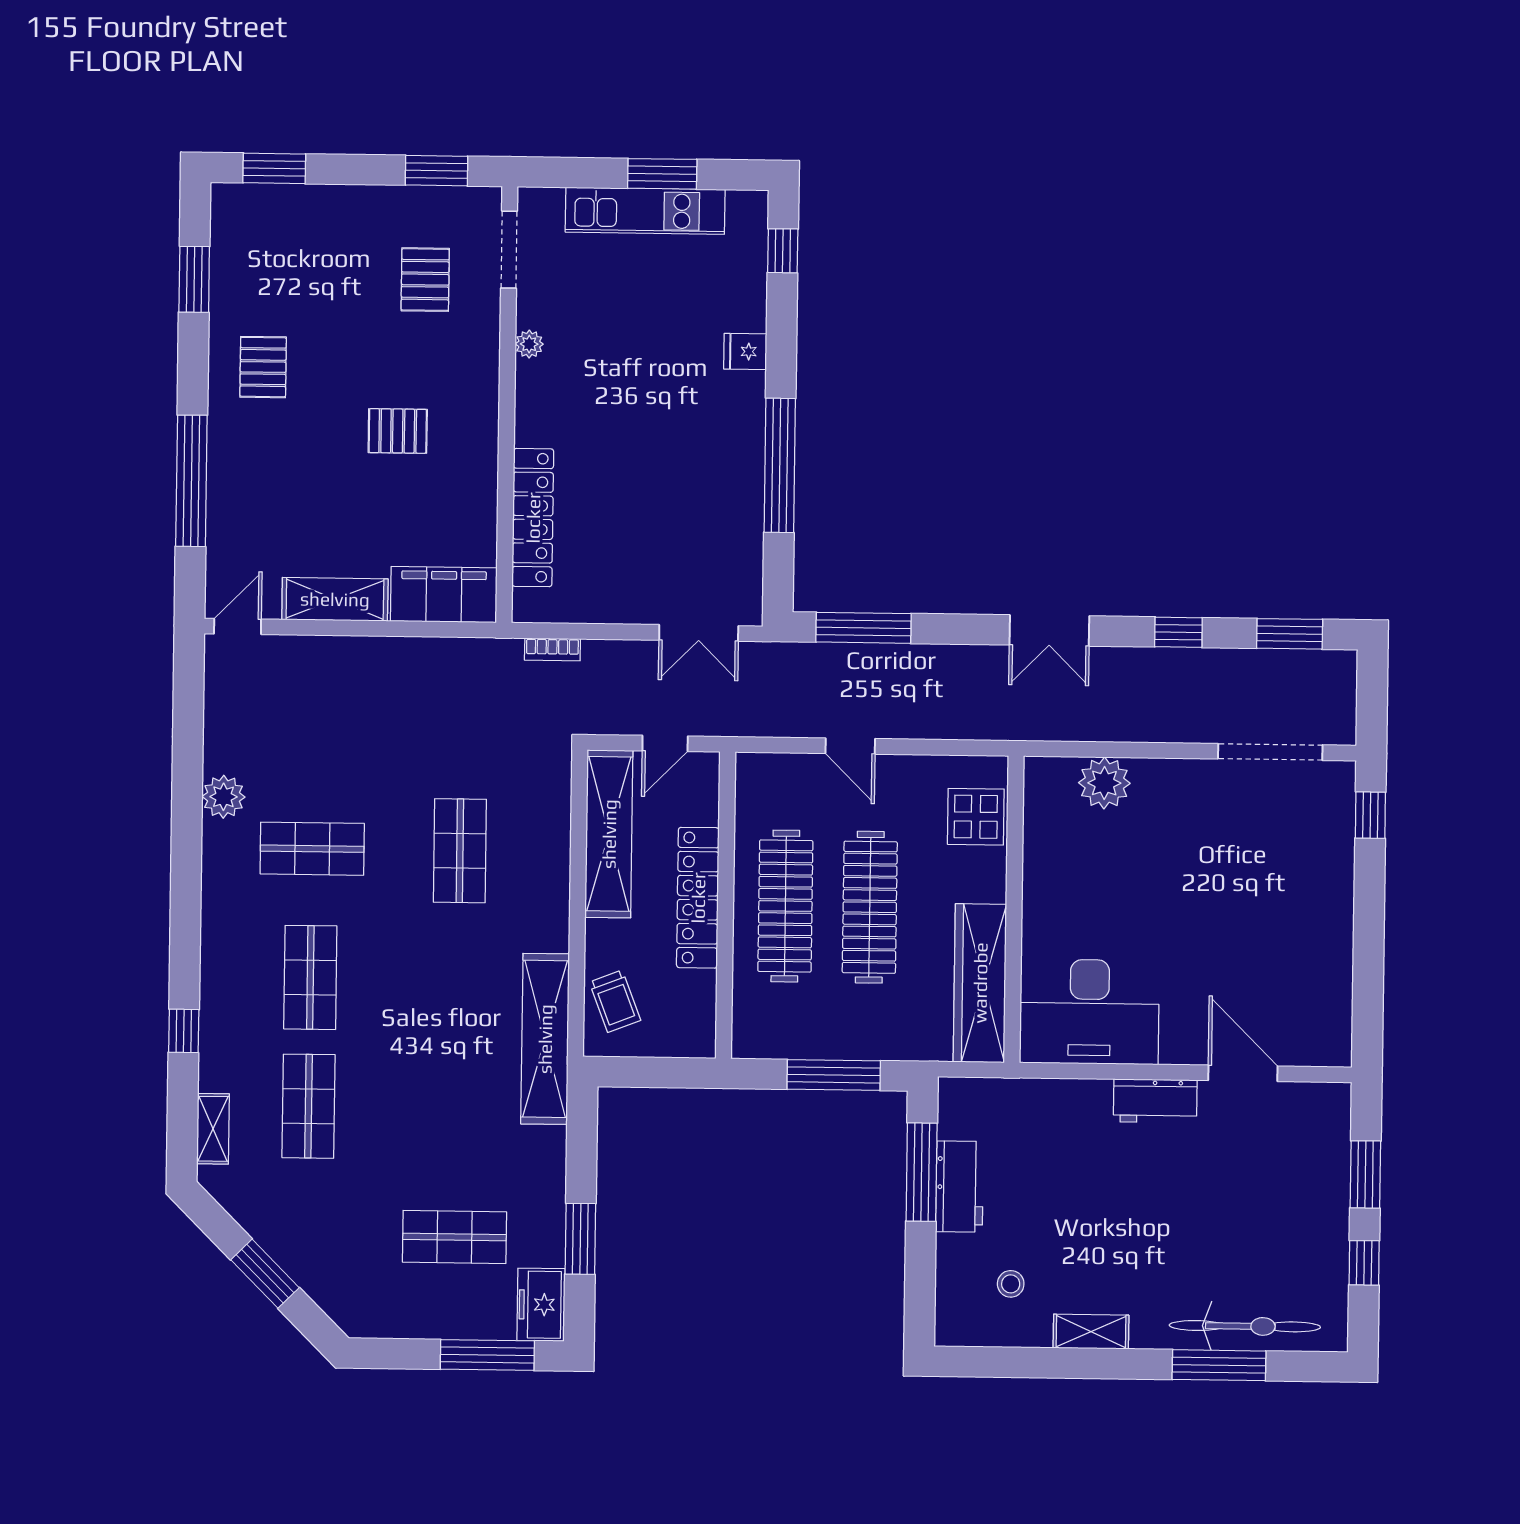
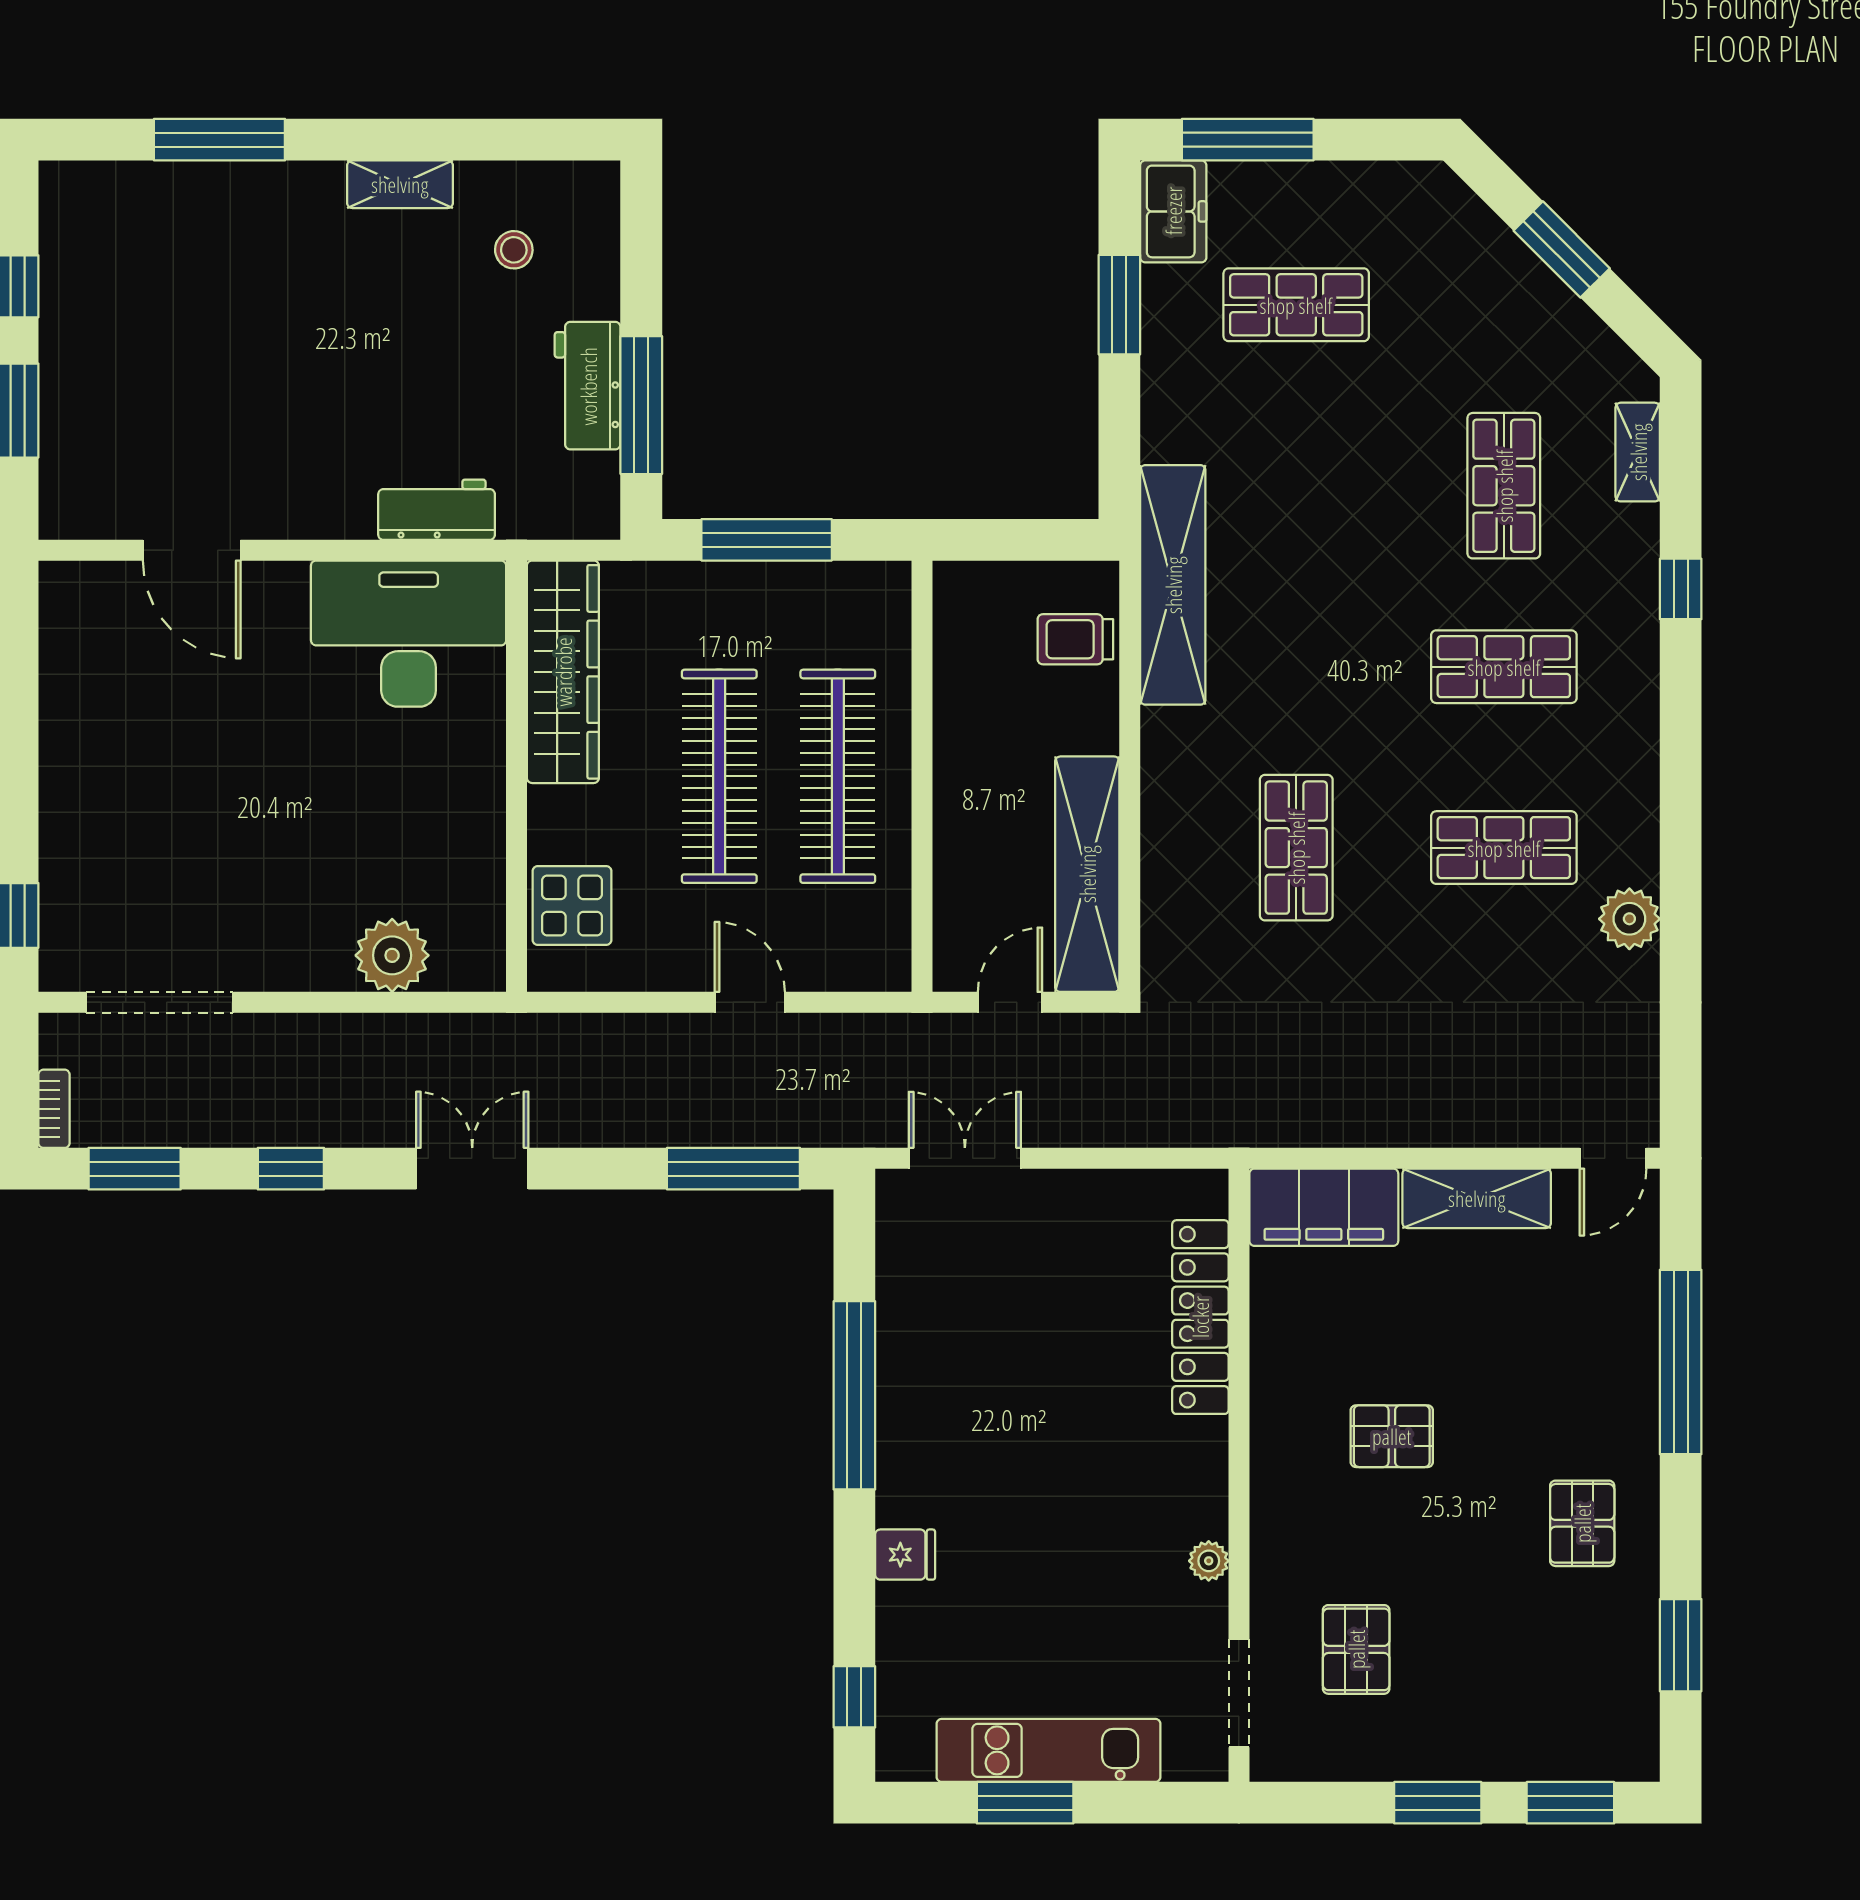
window: (436, 171) -> (1438, 1803), moved
bookcase: (552, 649) -> (54, 1109), moved, turned 90
locker: (698, 898) -> (961, 786), removed
shop shelf: (310, 977) -> (1504, 667), turned 90
trolley: (615, 1001) -> (1075, 639), turned -69
workbench: (1155, 1101) -> (437, 510), moved
bicycle: (1245, 1326) -> (184, 195), removed

